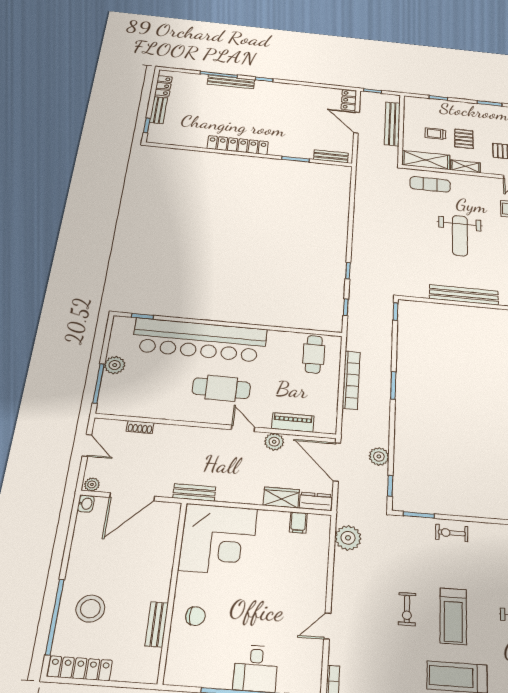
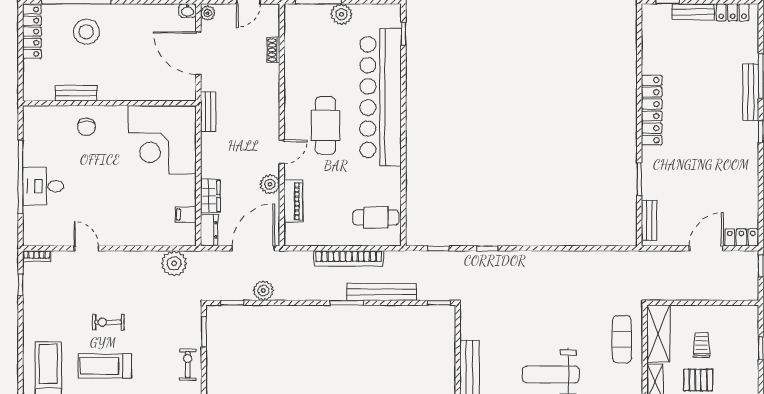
bench: (392, 124) -> (381, 292), moved

